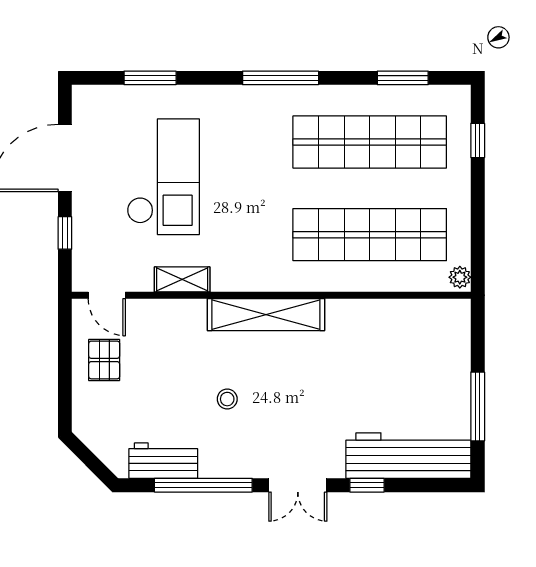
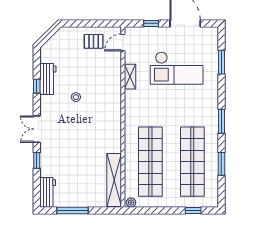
window: (281, 78) -> (221, 121), width x0.69
window: (403, 78) -> (221, 164), moved
shelving: (266, 315) -> (114, 180), moved
workbench: (408, 456) -> (48, 192), width x0.53, depth x0.76
workbench: (163, 461) -> (48, 79), moved
window: (203, 485) -> (37, 86), width x0.32

